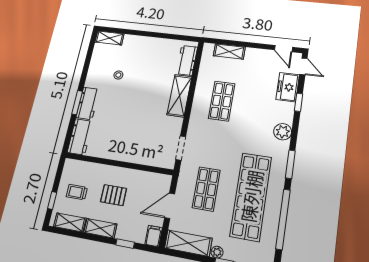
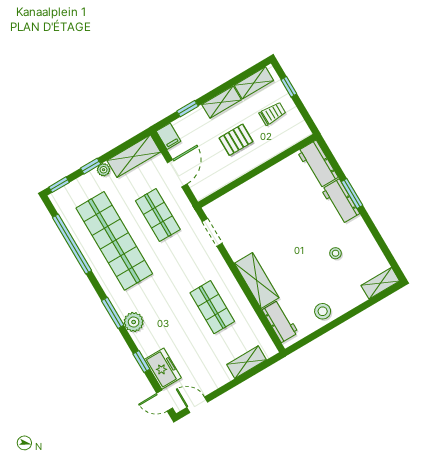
stool: (157, 47) -> (323, 311), added
window: (290, 164) -> (113, 313), moved

